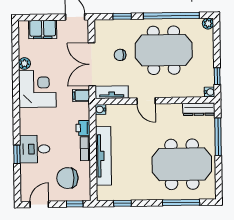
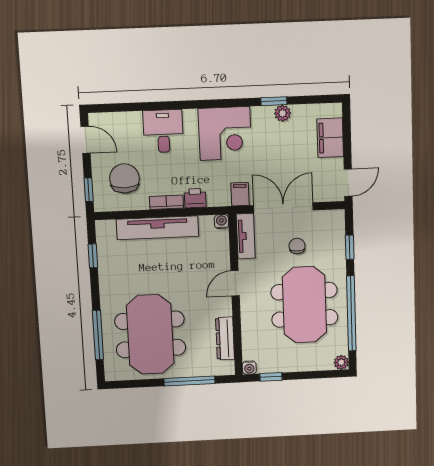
corner desk: (37, 89) -> (225, 133), moved
dresser: (199, 109) -> (225, 338), moved
window: (17, 154) -> (274, 101), moved

